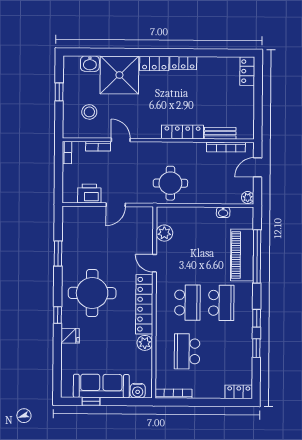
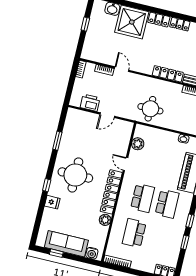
stool: (89, 112) -> (104, 44), removed

